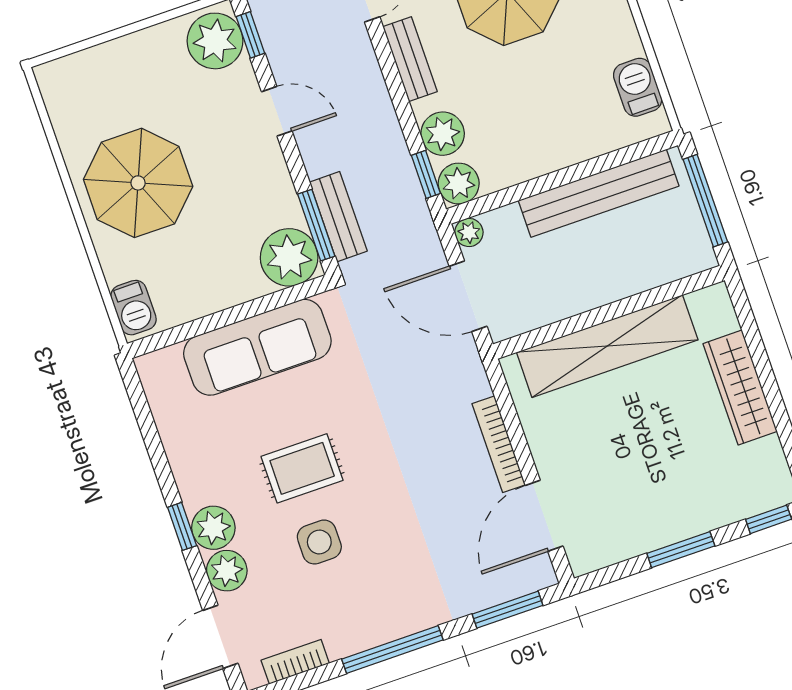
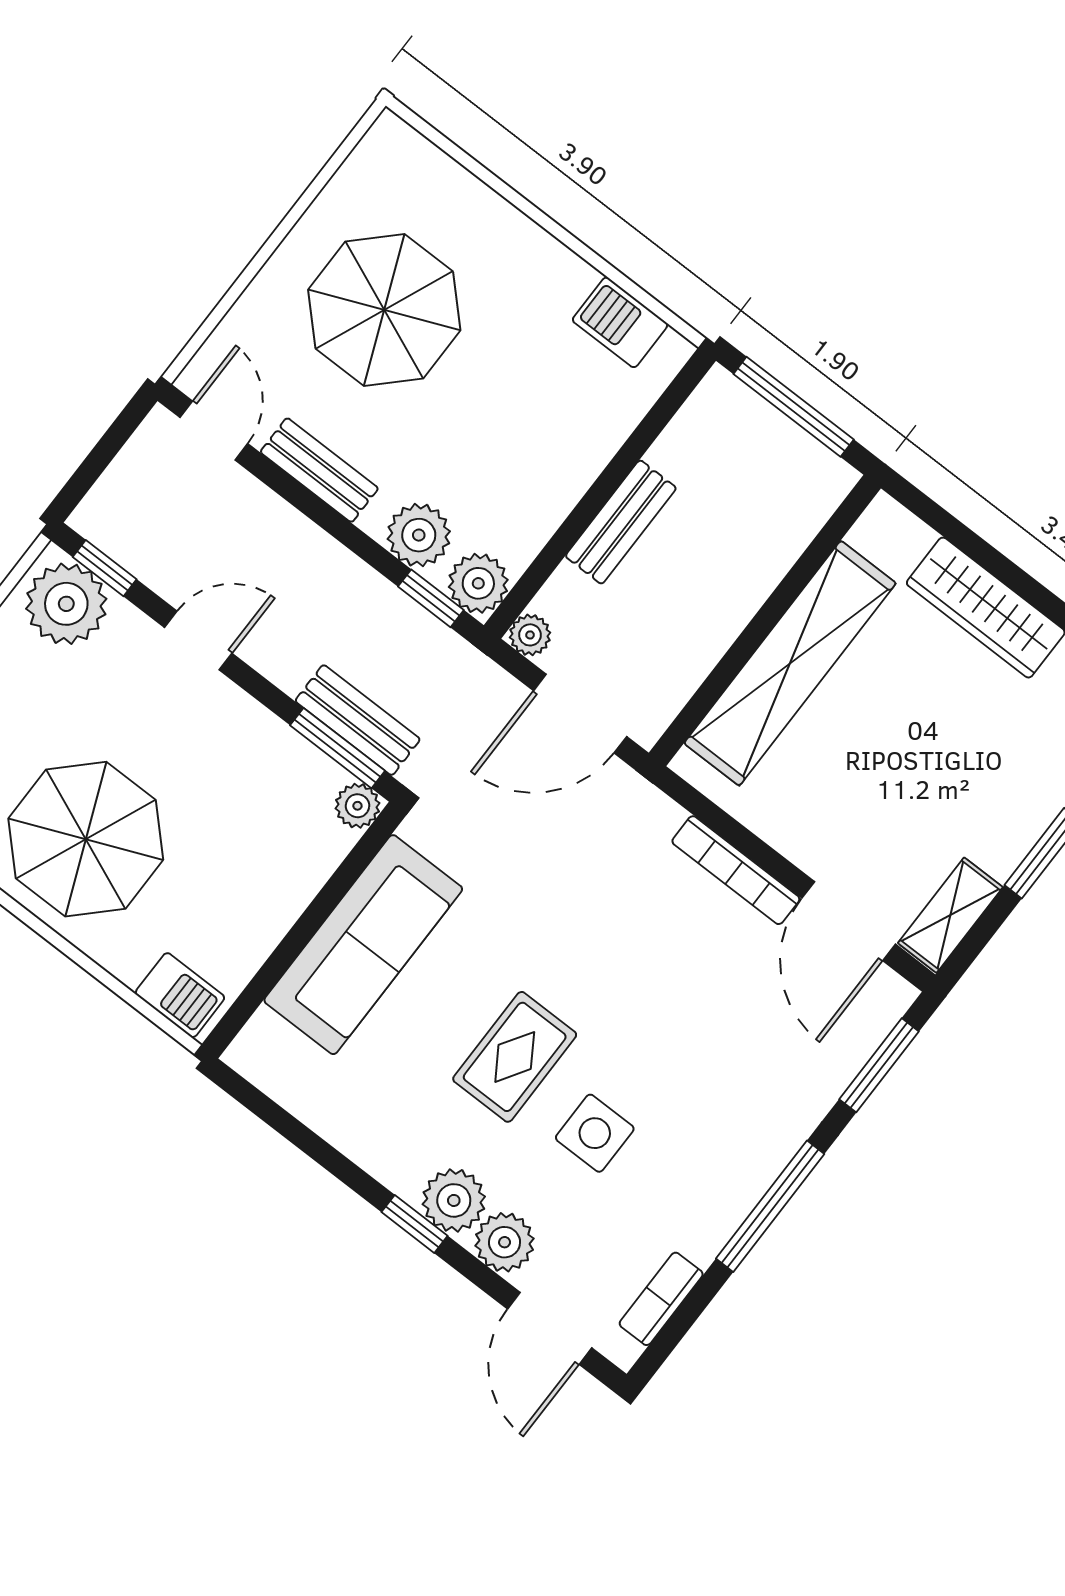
bench: (599, 193) -> (621, 522), width x0.54, depth x0.82
plant: (289, 257) -> (357, 806), width x0.53, depth x0.53
shelving: (605, 550) -> (950, 915), added

